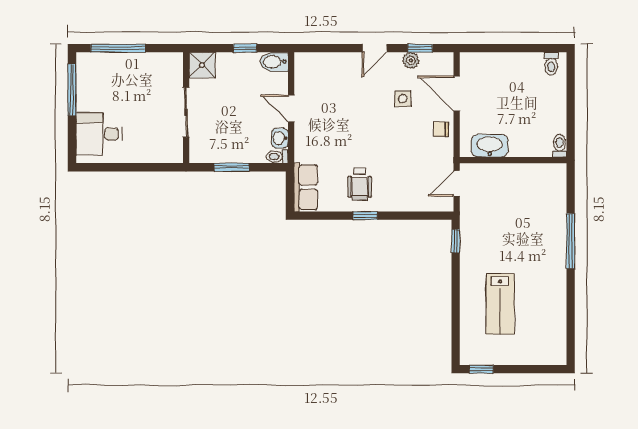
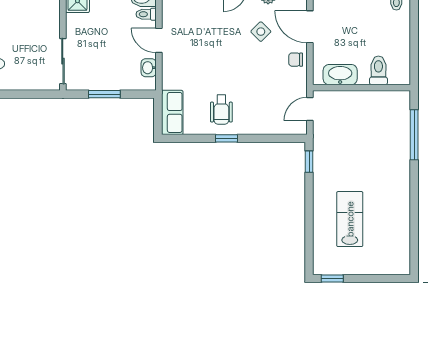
side table: (403, 99) -> (261, 32), turned 45
sliding door: (186, 112) -> (63, 61), moved
toilet: (560, 146) -> (378, 70), moved, width x1.37, depth x1.39
toilet: (277, 157) -> (146, 14), moved
window: (571, 241) -> (414, 135), moved
lab bench: (500, 304) -> (350, 219), turned 180

